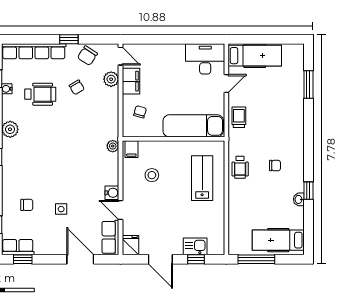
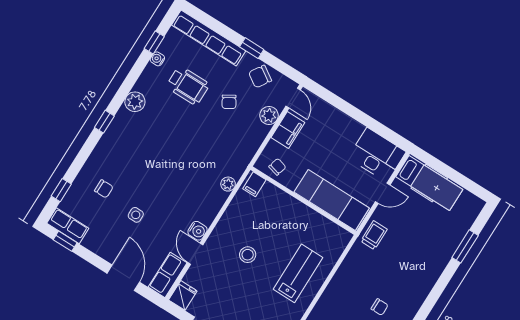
exam couch: (193, 126) -> (332, 200), moved
wall: (173, 139) -> (303, 201), moved
filing cabinet: (131, 149) -> (254, 184), moved
wheelchair: (240, 167) -> (343, 287), removed
stool: (152, 175) -> (248, 255), moved

